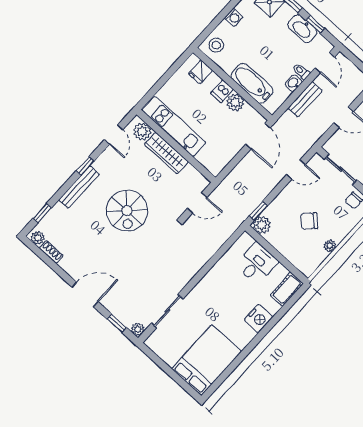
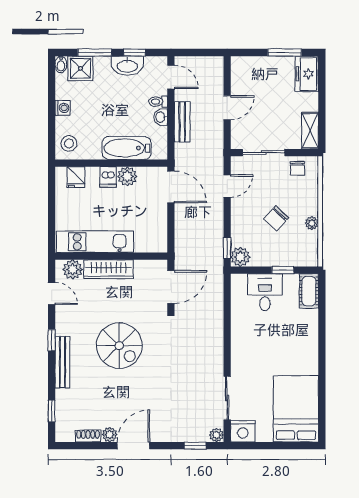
door: (197, 203) -> (171, 287), width x1.38
plant: (38, 238) -> (110, 435), moved
window: (282, 260) -> (283, 270), added
door: (85, 295) -> (133, 446), moved
nightstand: (259, 318) -> (243, 431), moved, turned 90

